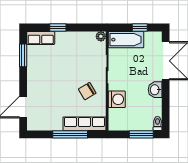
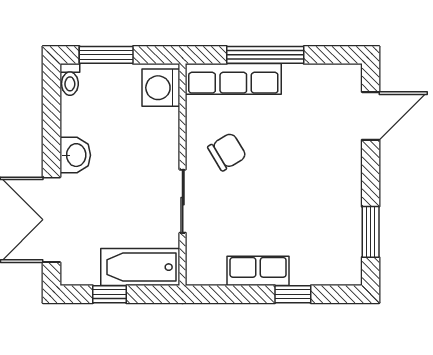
plant: (101, 36) -> (197, 275), removed
row of seats: (41, 38) -> (258, 271), moved
washing machine: (117, 99) -> (161, 88), moved

